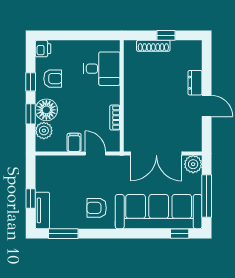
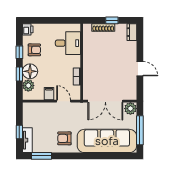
dresser: (195, 83) -> (132, 32), moved
window: (180, 234) -> (121, 156), removed

